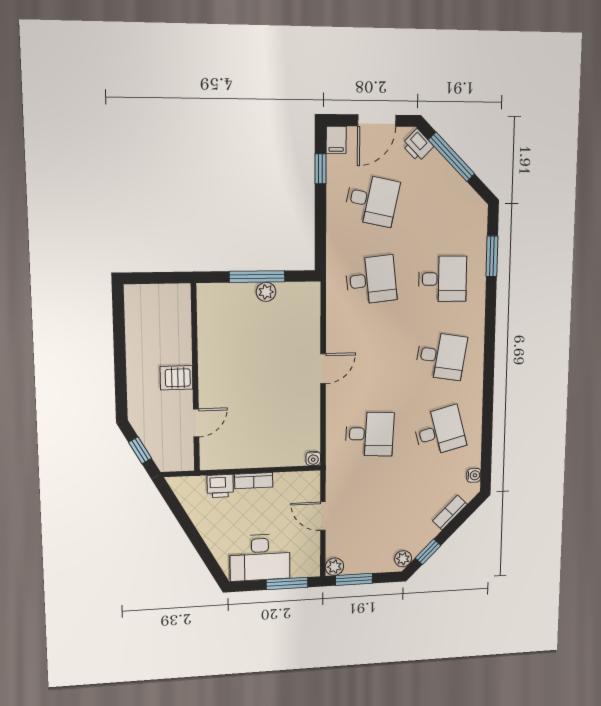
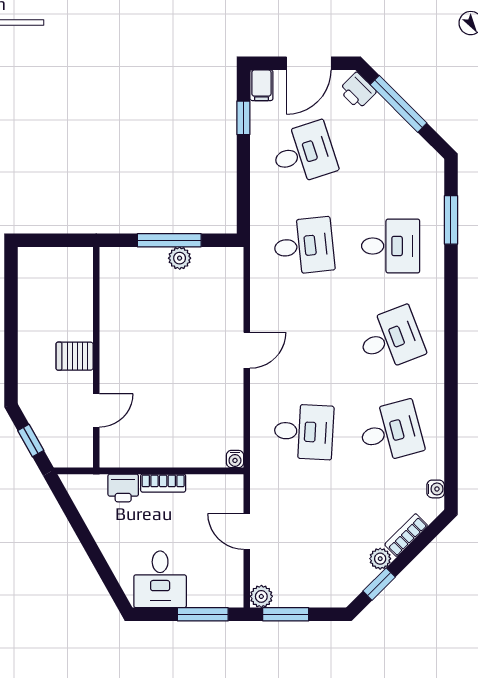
desk: (372, 200) -> (304, 153), turned -30
desk: (441, 356) -> (391, 339), turned -30
desk: (260, 558) -> (160, 579), width x0.73
plant: (403, 559) -> (380, 559), moved

